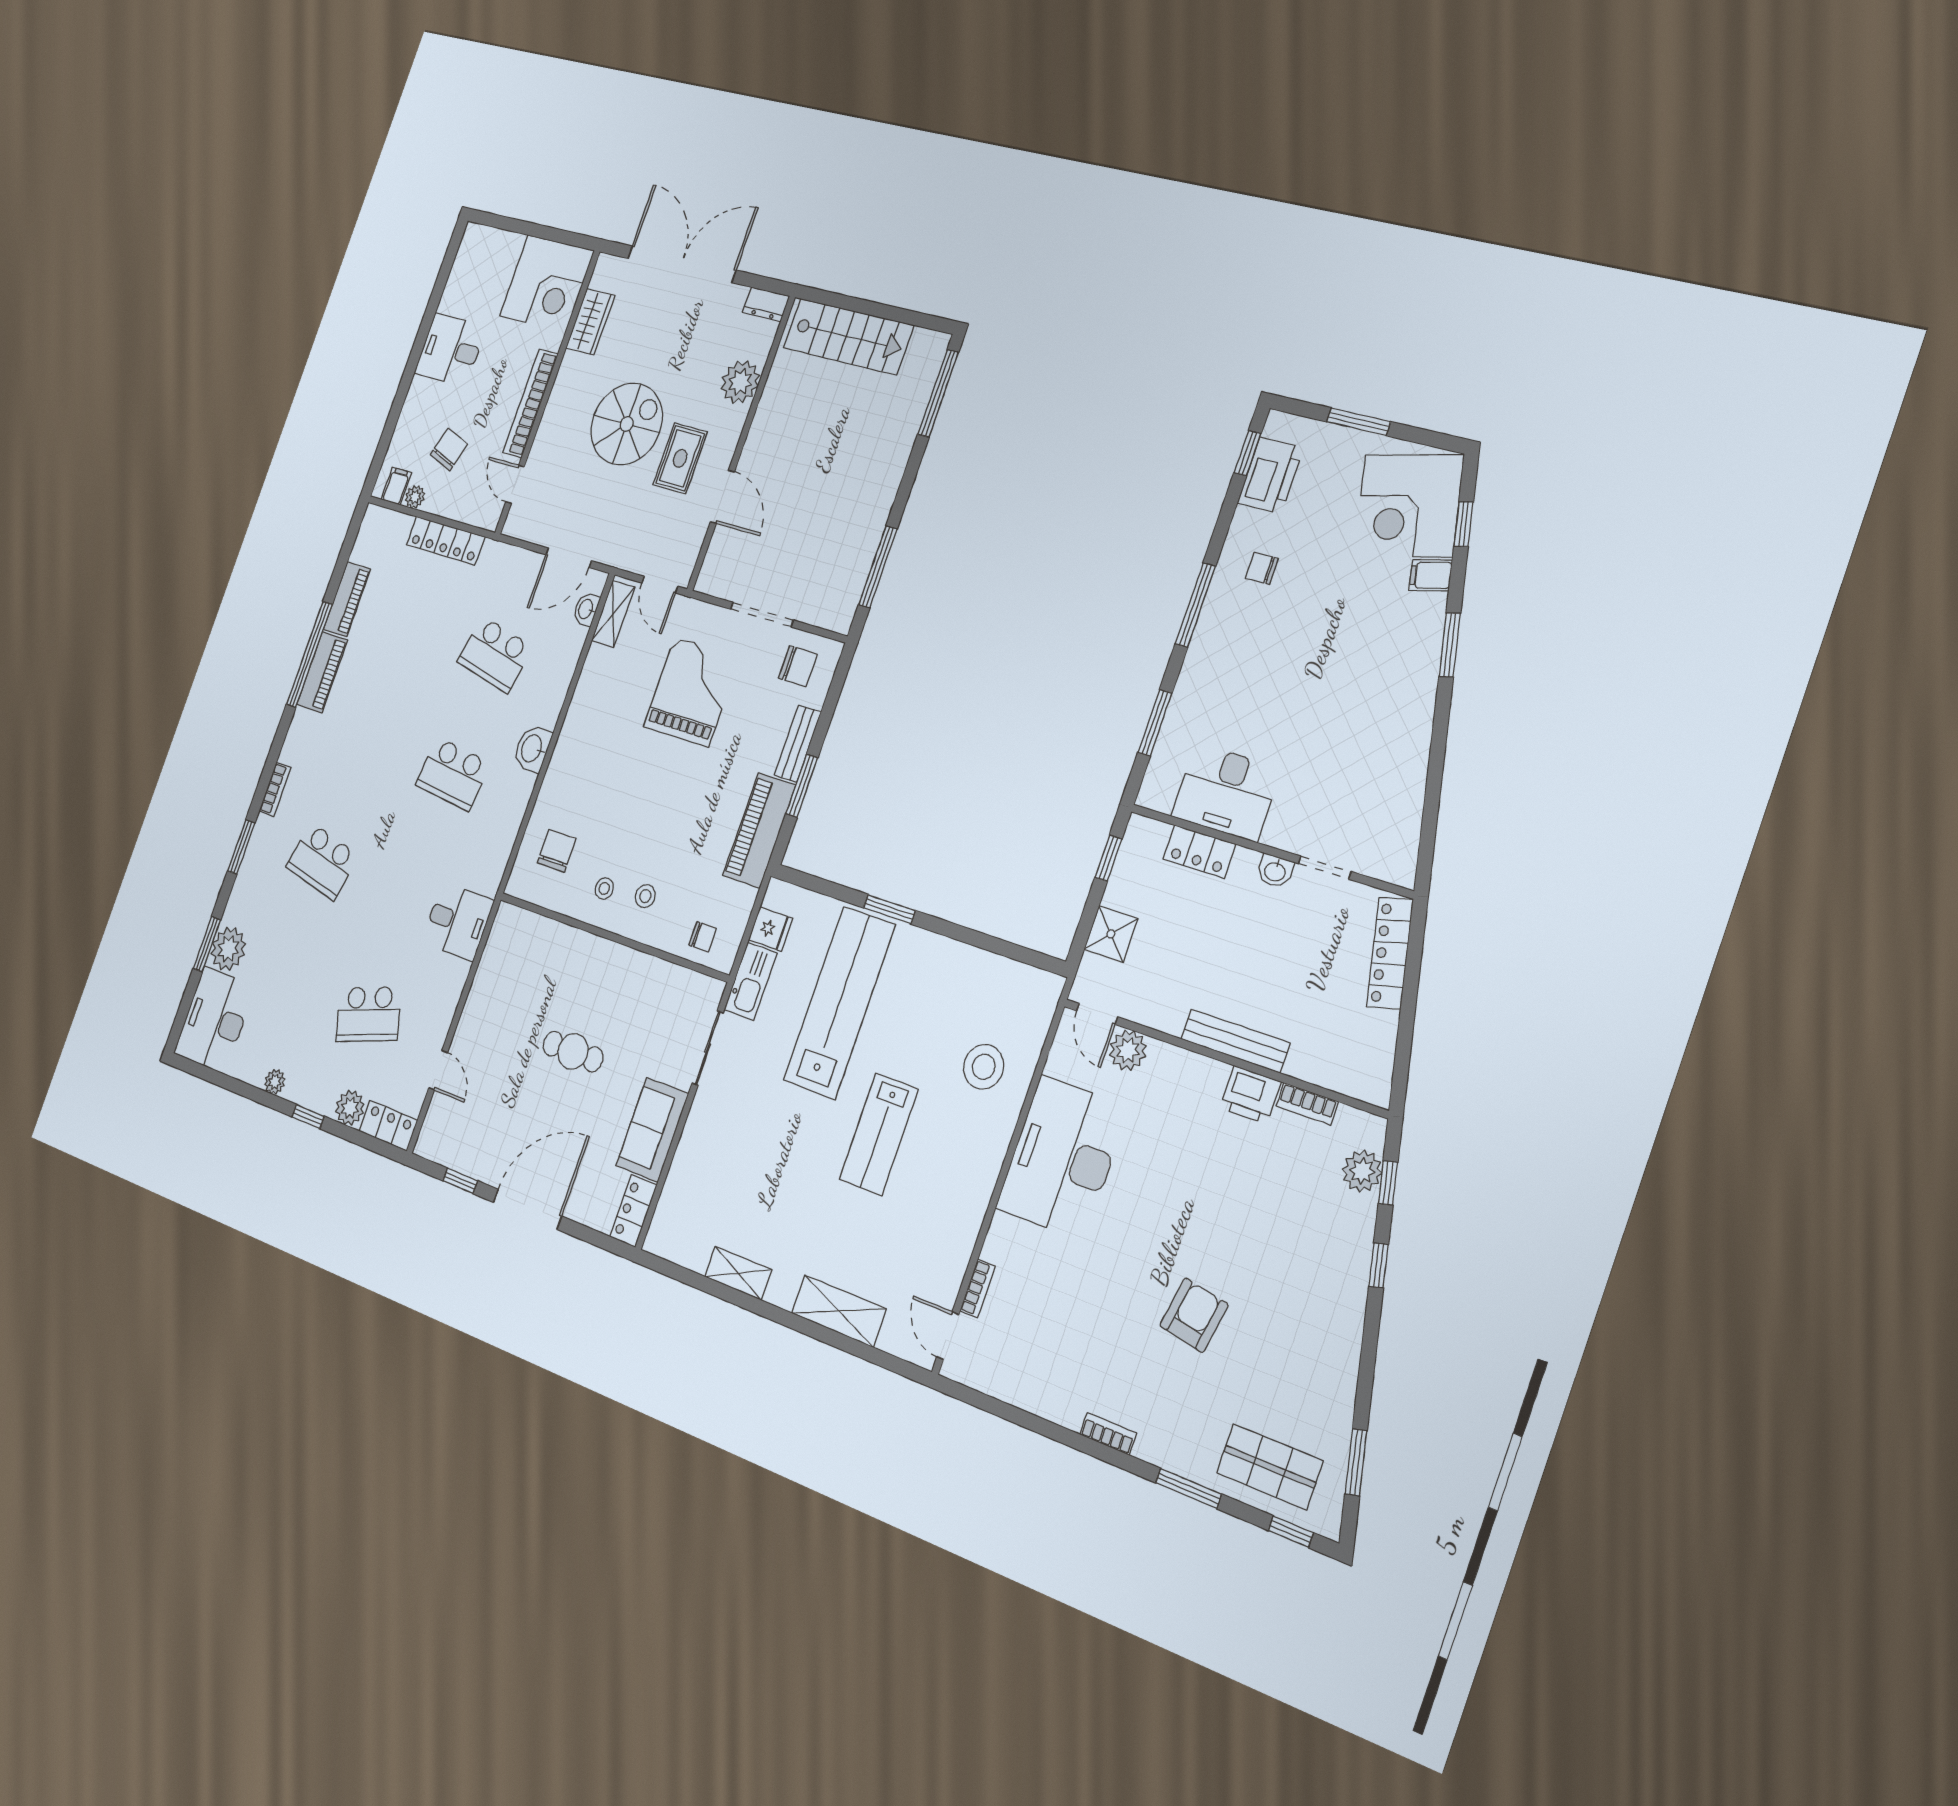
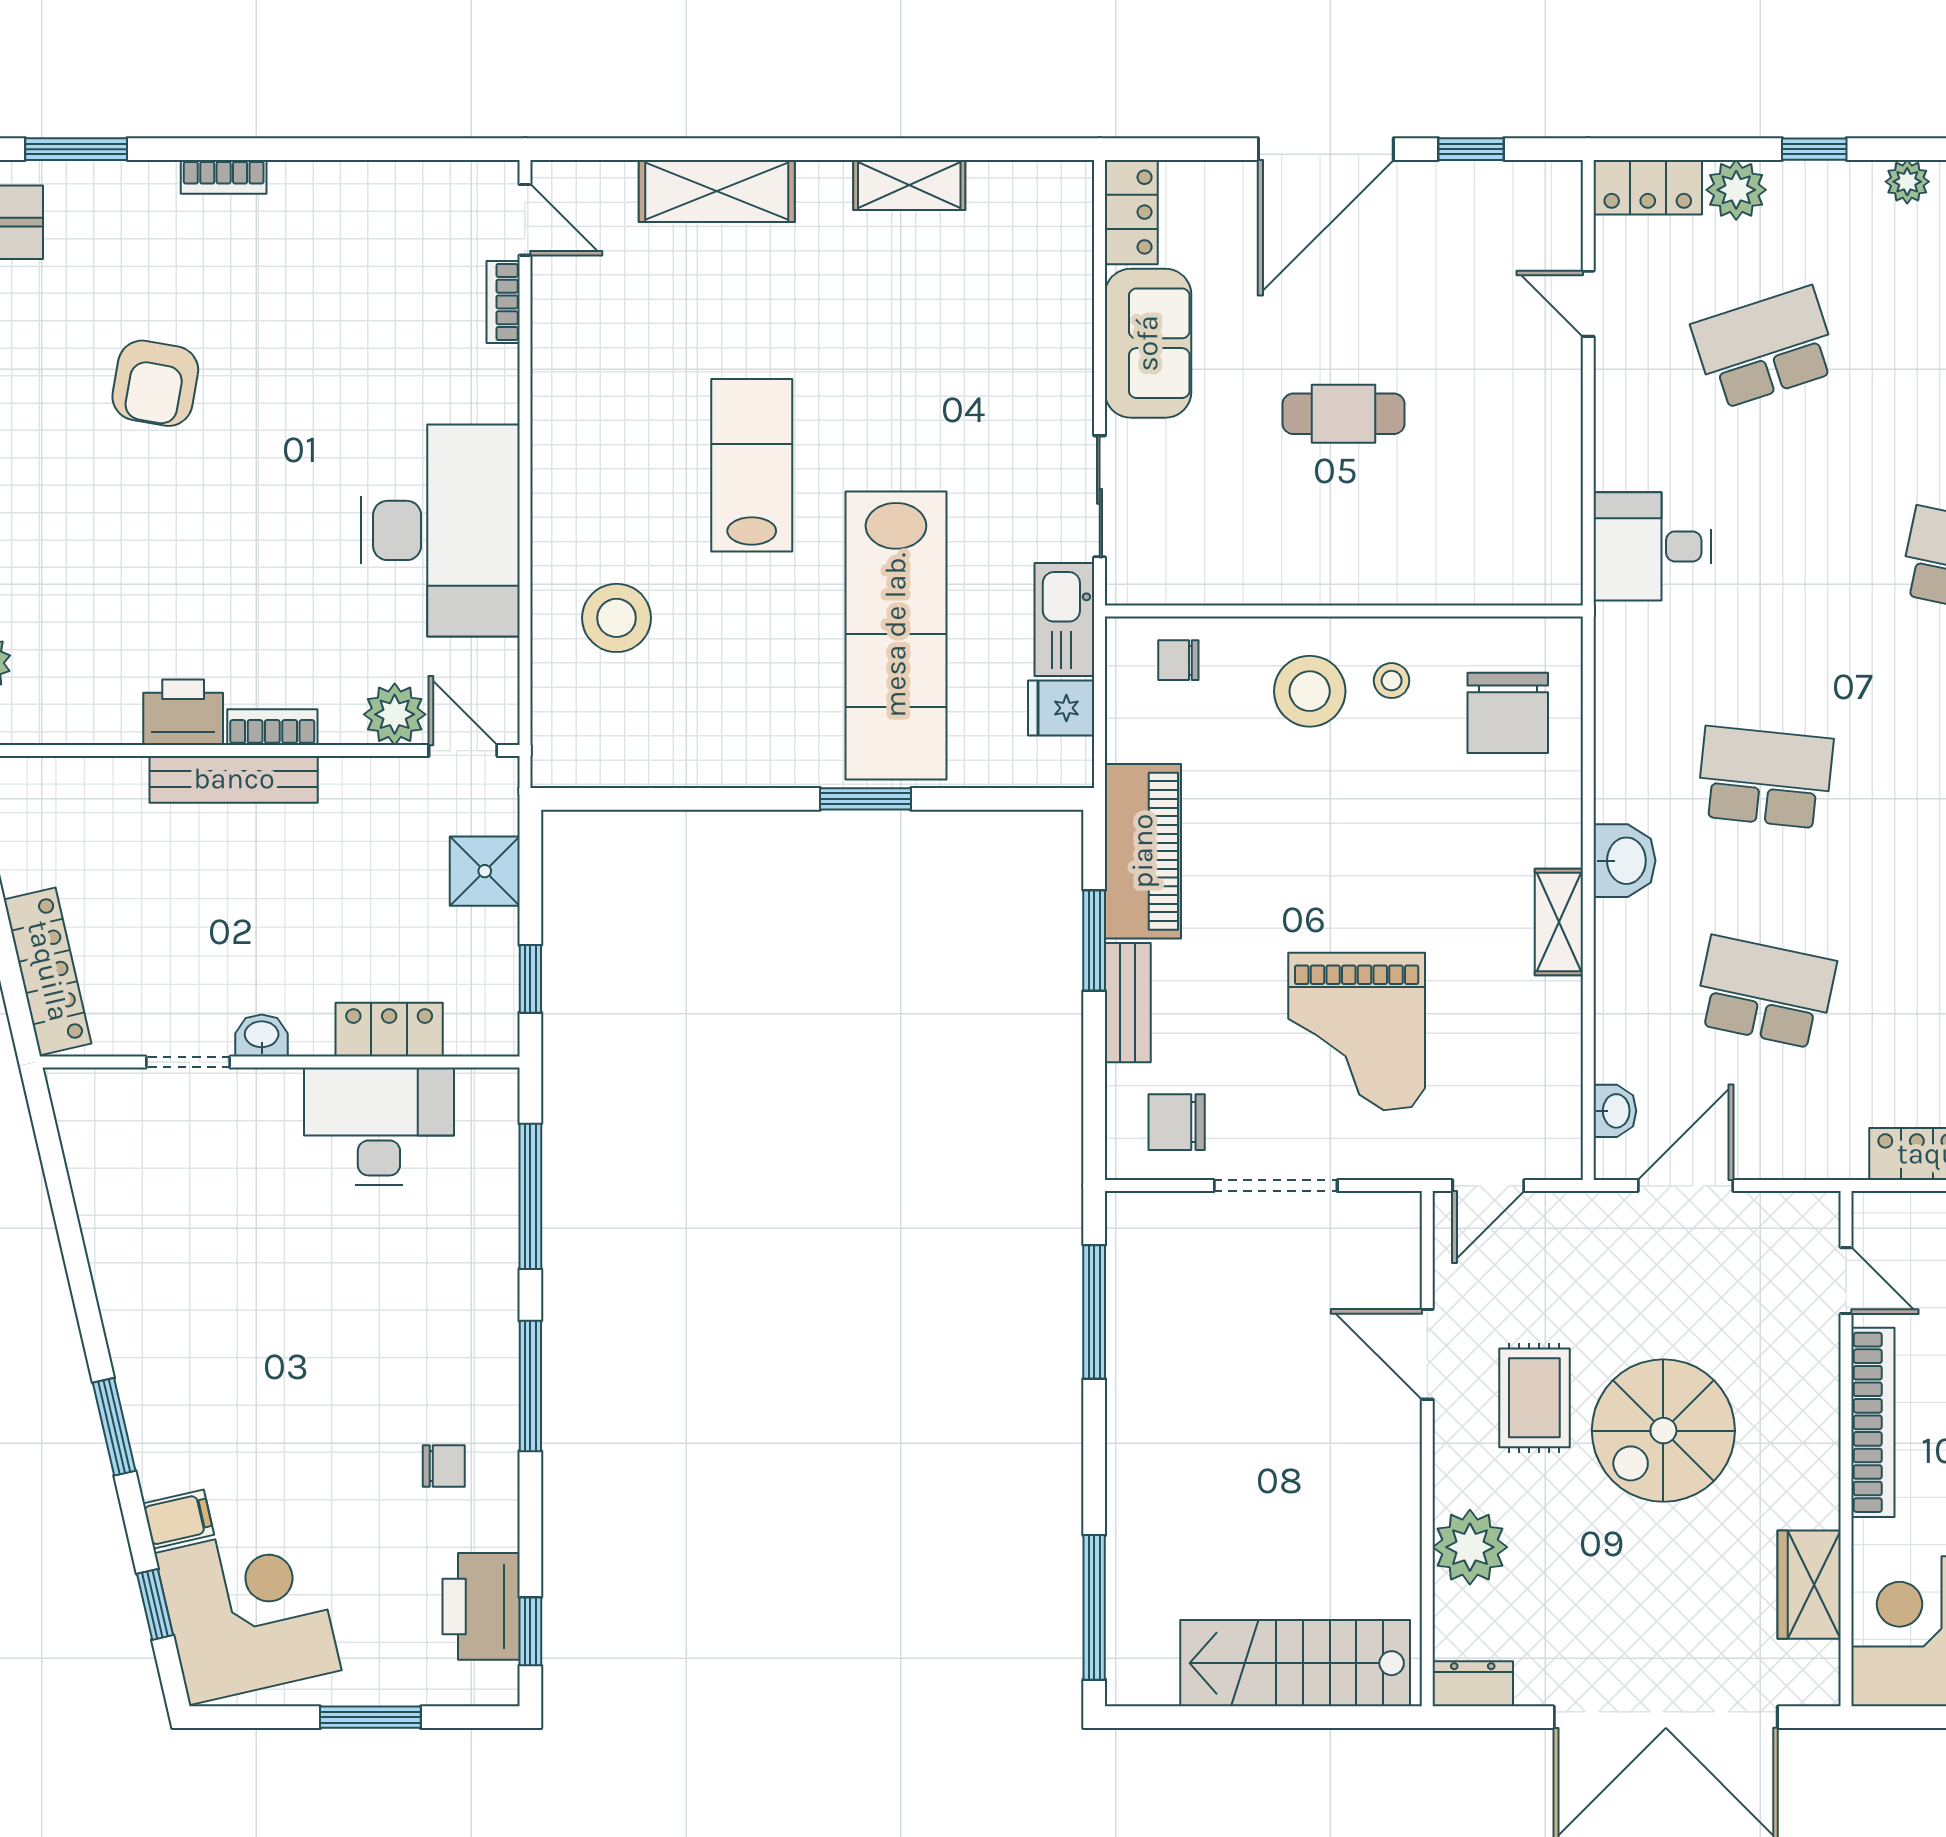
door: (660, 585) -> (1488, 1186), swing flipped
shelving: (613, 614) -> (1559, 922), moved
window: (1155, 723) -> (530, 1196), width x1.44
chair: (557, 851) -> (1508, 713), width x1.37, depth x1.37
stool: (645, 896) -> (1310, 691), width x1.89, depth x1.89
bookcase: (1307, 1104) -> (272, 727), moved

